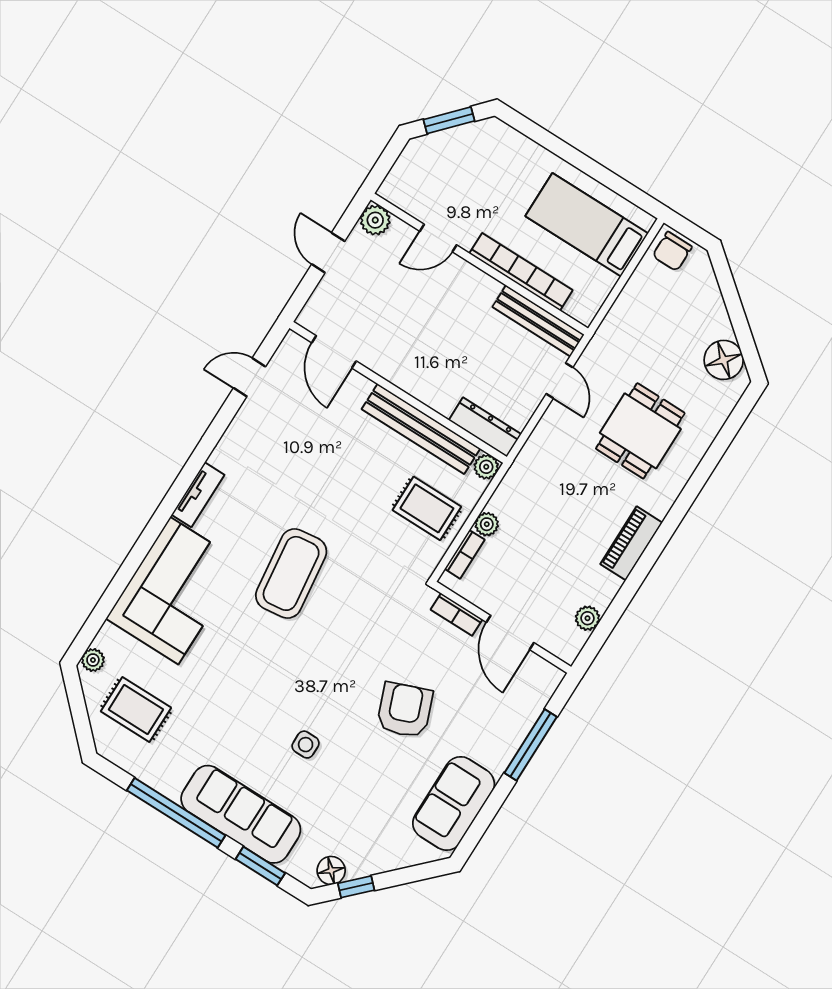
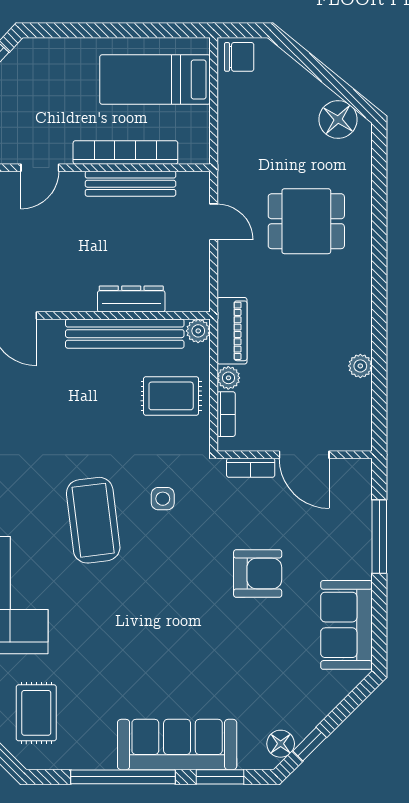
chair: (672, 251) -> (239, 57), turned -90
bench: (538, 321) -> (130, 184), moved
dresser: (485, 427) -> (131, 299), moved
dining table: (640, 431) -> (306, 221), turned 90
piano: (631, 543) -> (232, 331), moved, turned 180
plant: (588, 618) -> (360, 366), moved
rug: (136, 710) -> (36, 713), turned 90
armchair: (405, 710) -> (258, 574), turned 111
side table: (306, 745) -> (163, 499), moved

